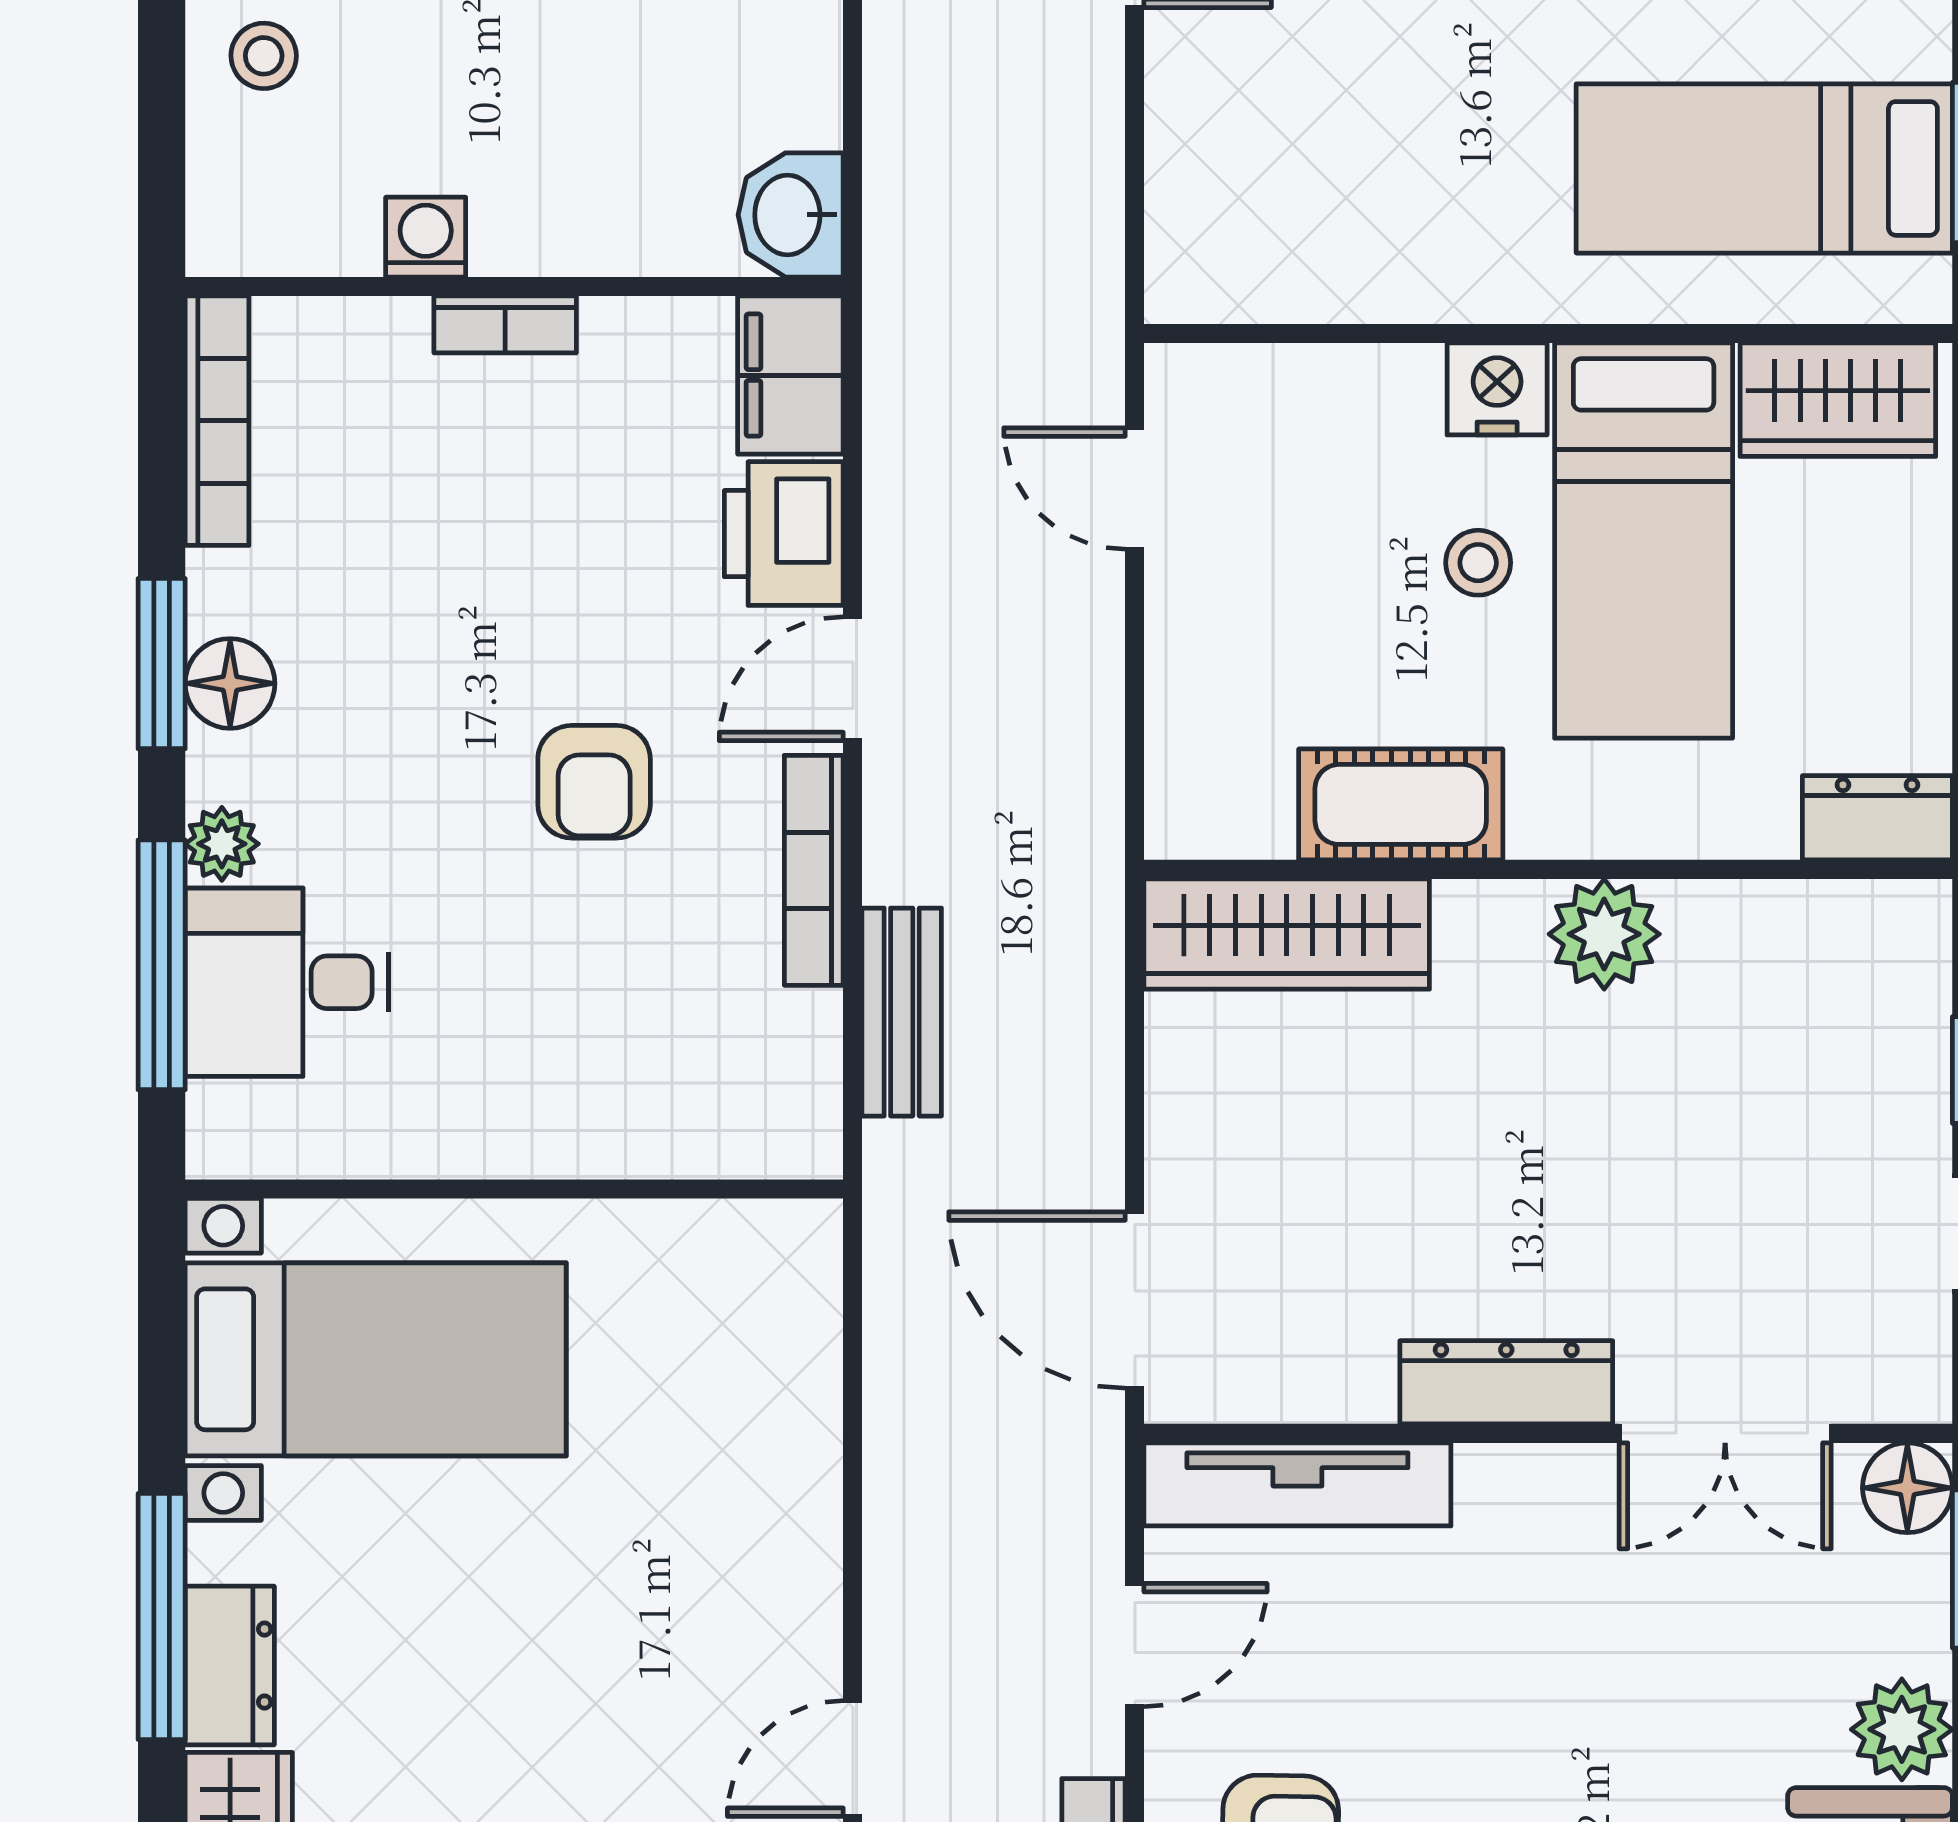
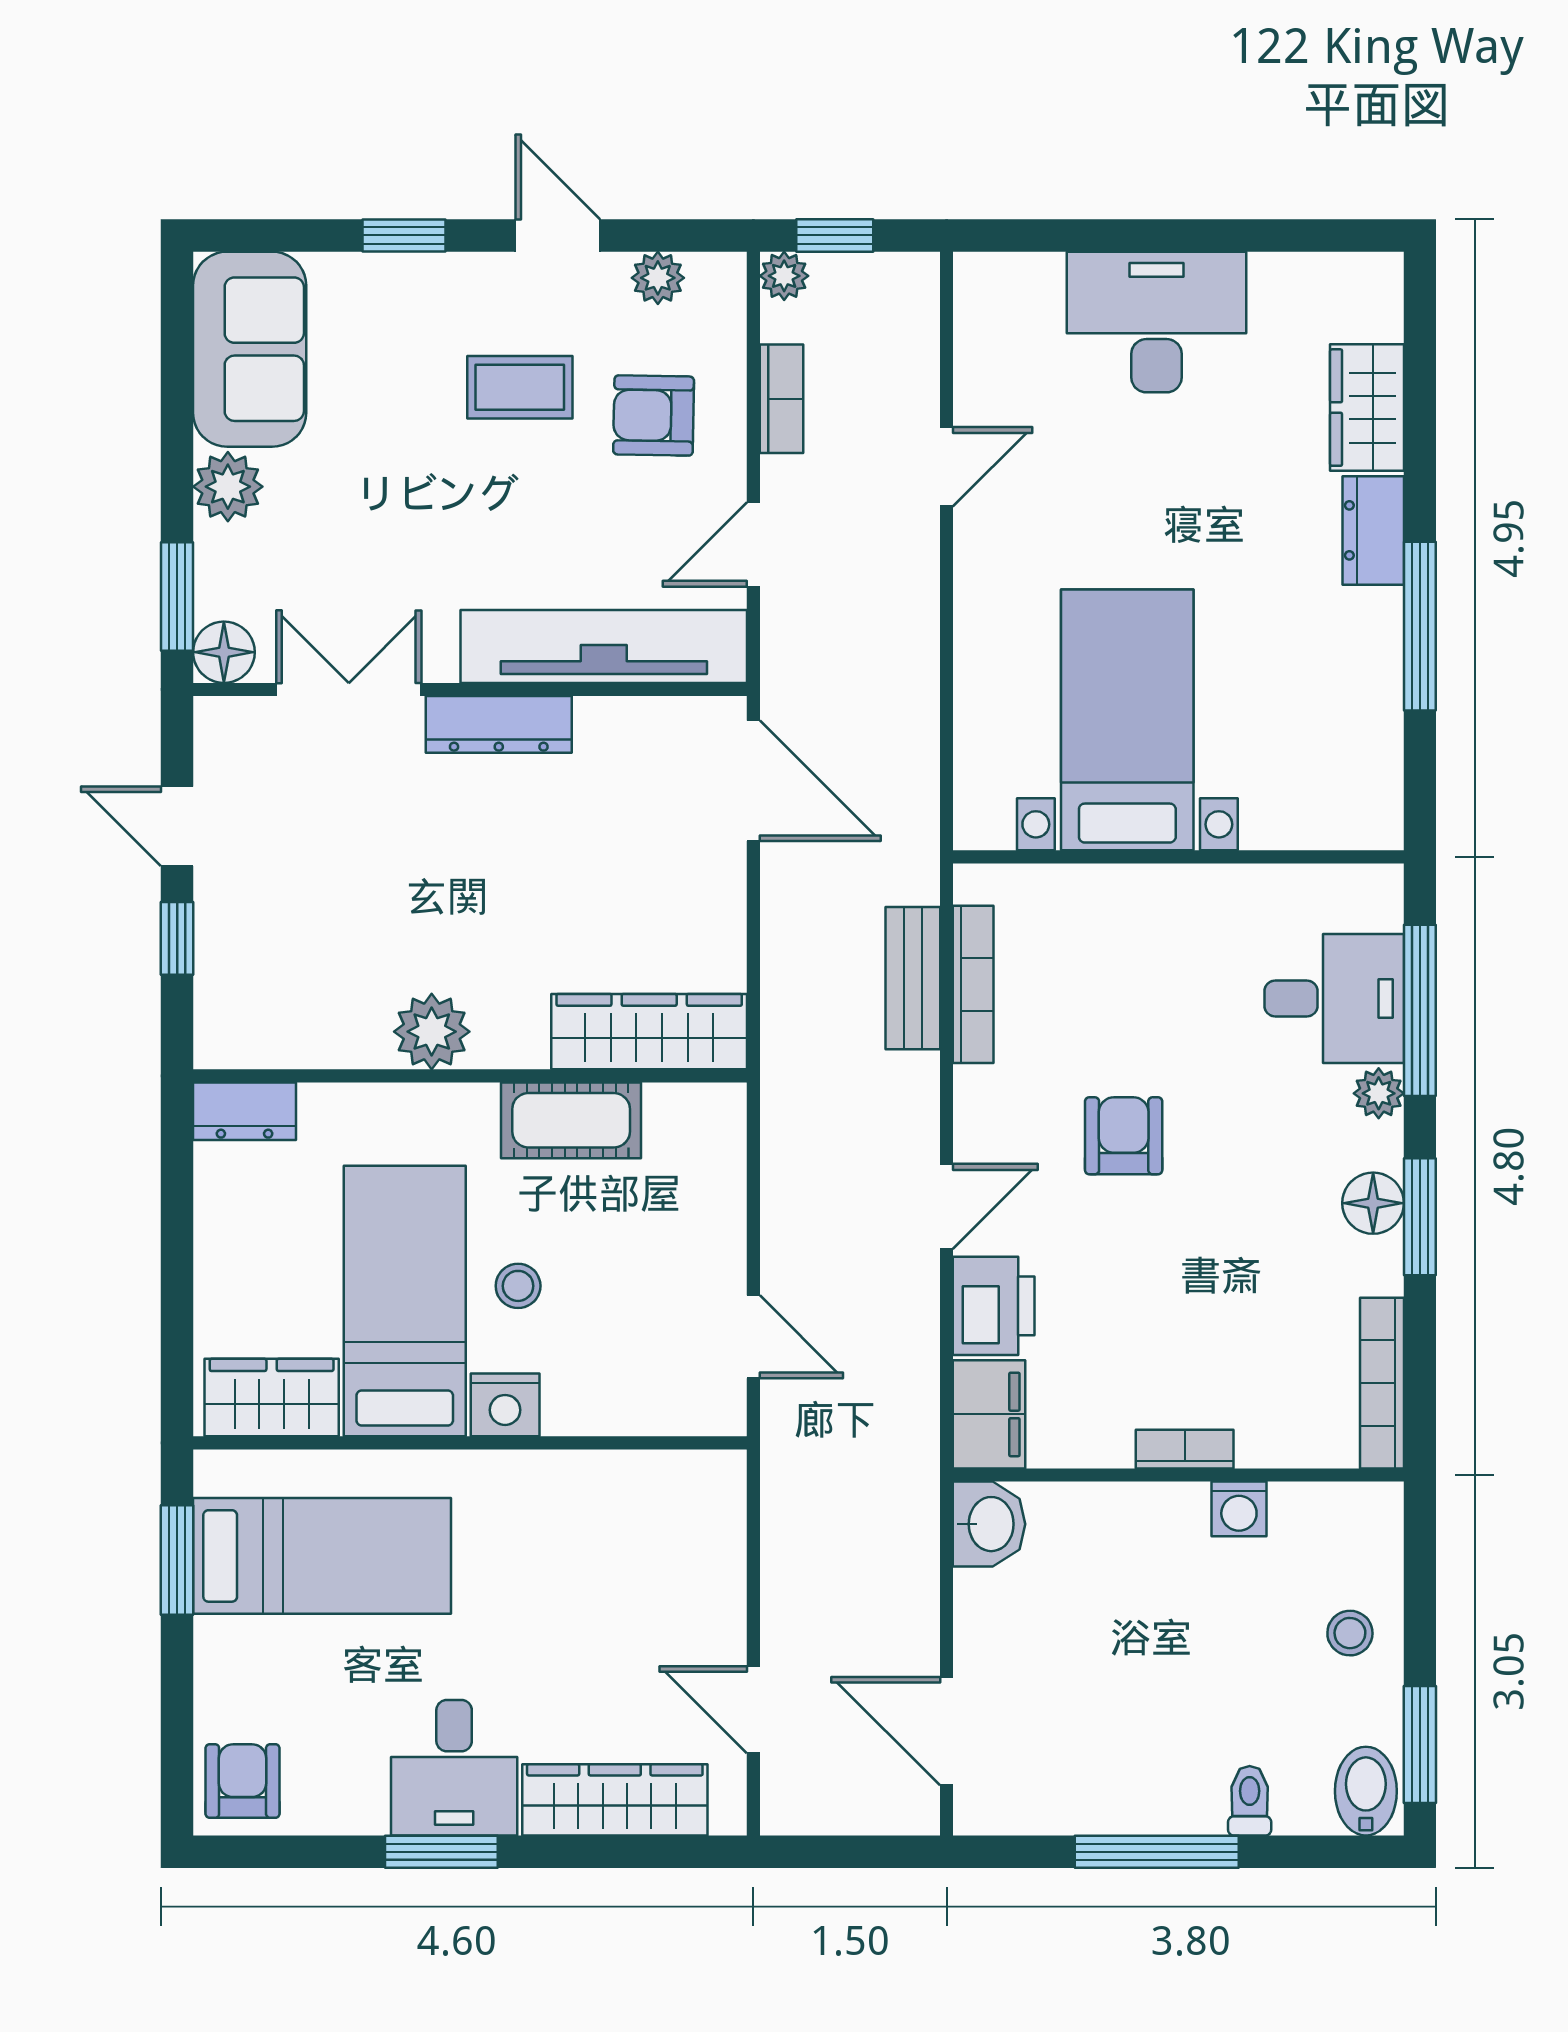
bookcase: (814, 870) -> (973, 984), moved
bed with nightstands: (376, 1359) -> (1127, 720), moved, turned 90
tv unit: (1297, 1484) -> (604, 646), width x1.36, depth x1.29
window: (162, 1617) -> (1420, 626), moved

